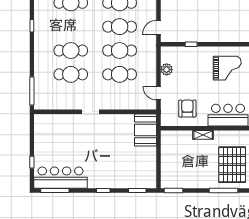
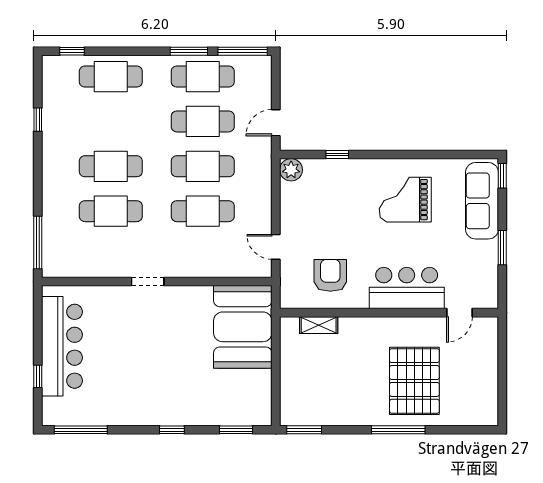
grand piano: (227, 68) -> (405, 200), turned 180
plant: (167, 69) -> (291, 170), moved
booth: (146, 130) -> (243, 327), width x1.36, depth x1.42
shelving: (203, 135) -> (319, 325), moved
bar counter: (61, 178) -> (62, 346), moved, turned 90

